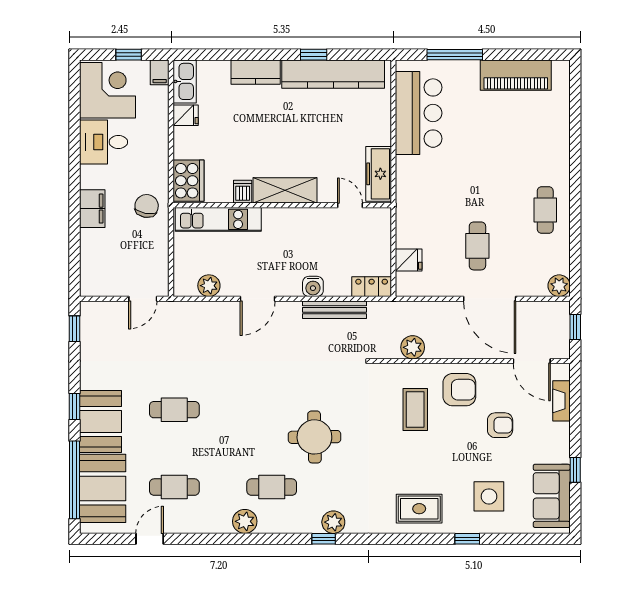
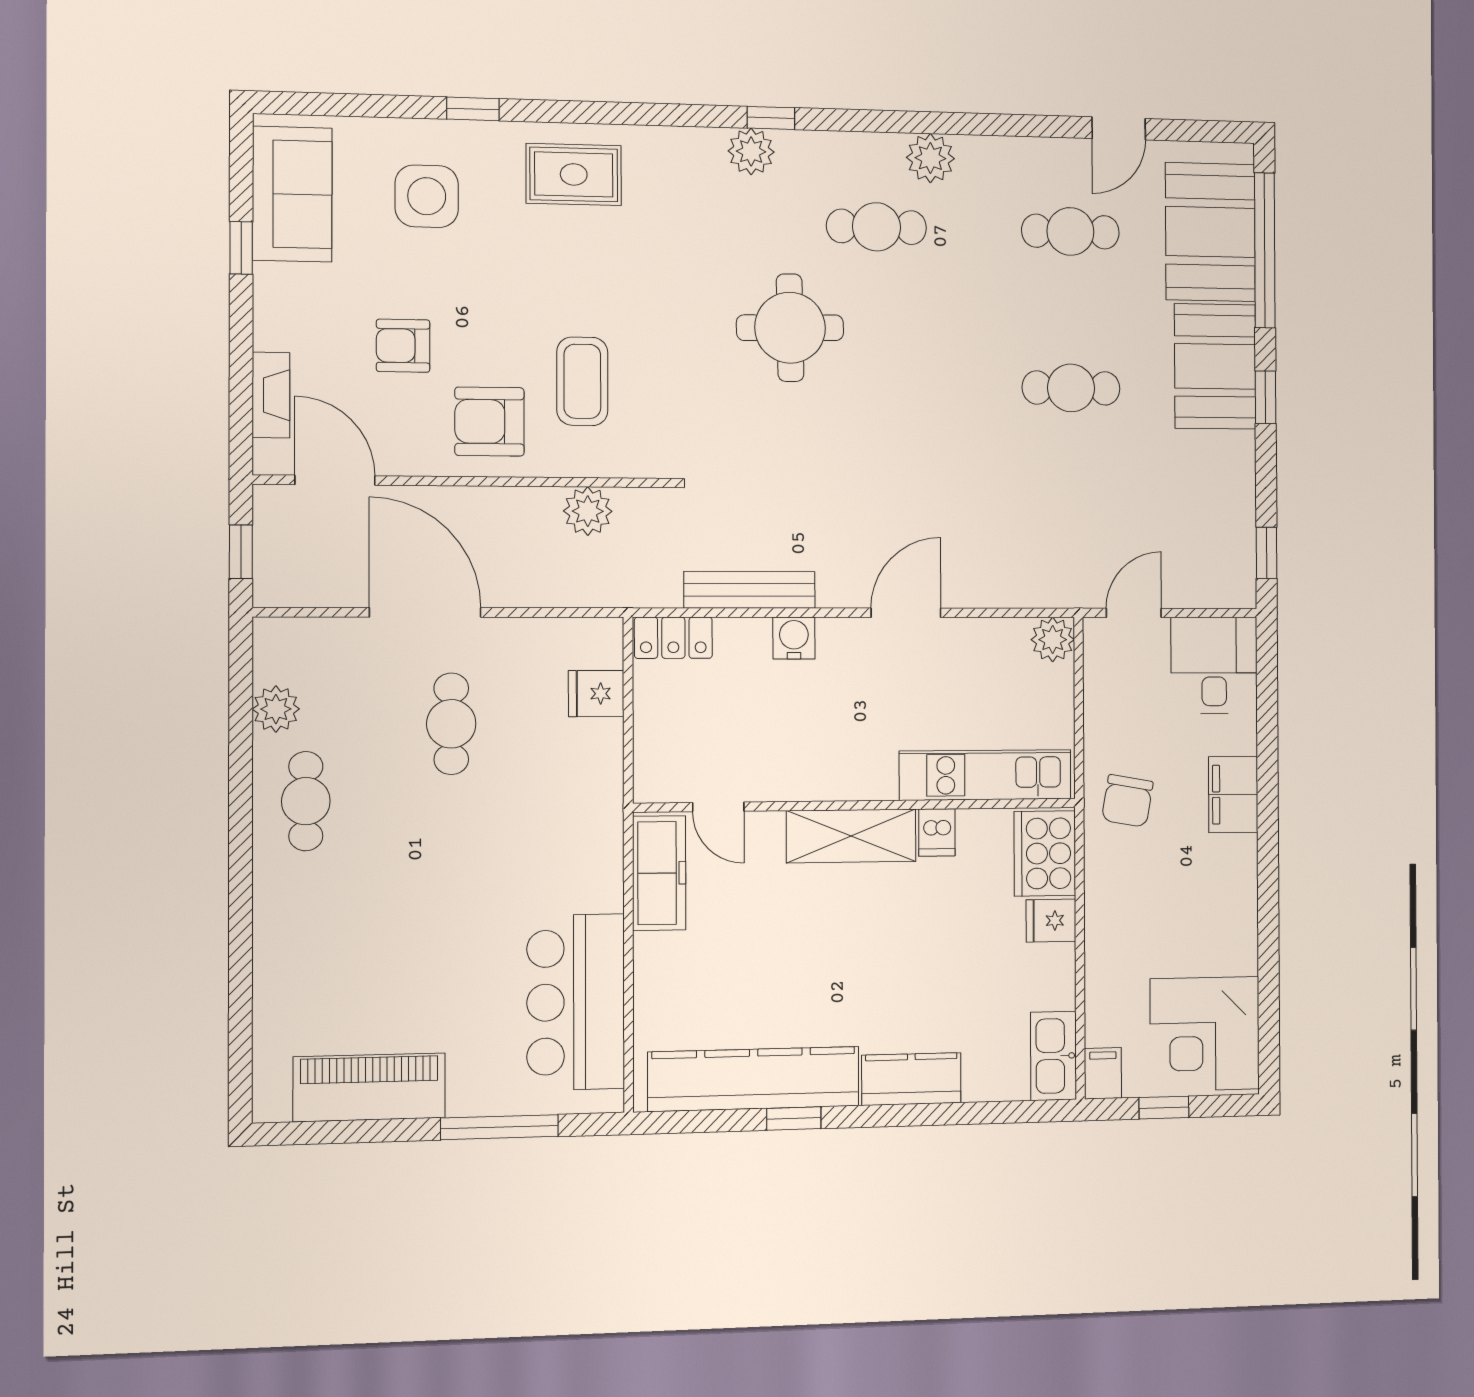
fridge: (186, 115) -> (1051, 921), moved
desk: (104, 142) -> (1214, 665), moved, turned -90
plant: (209, 286) -> (1053, 640), moved
plant: (559, 286) -> (276, 709), moved

